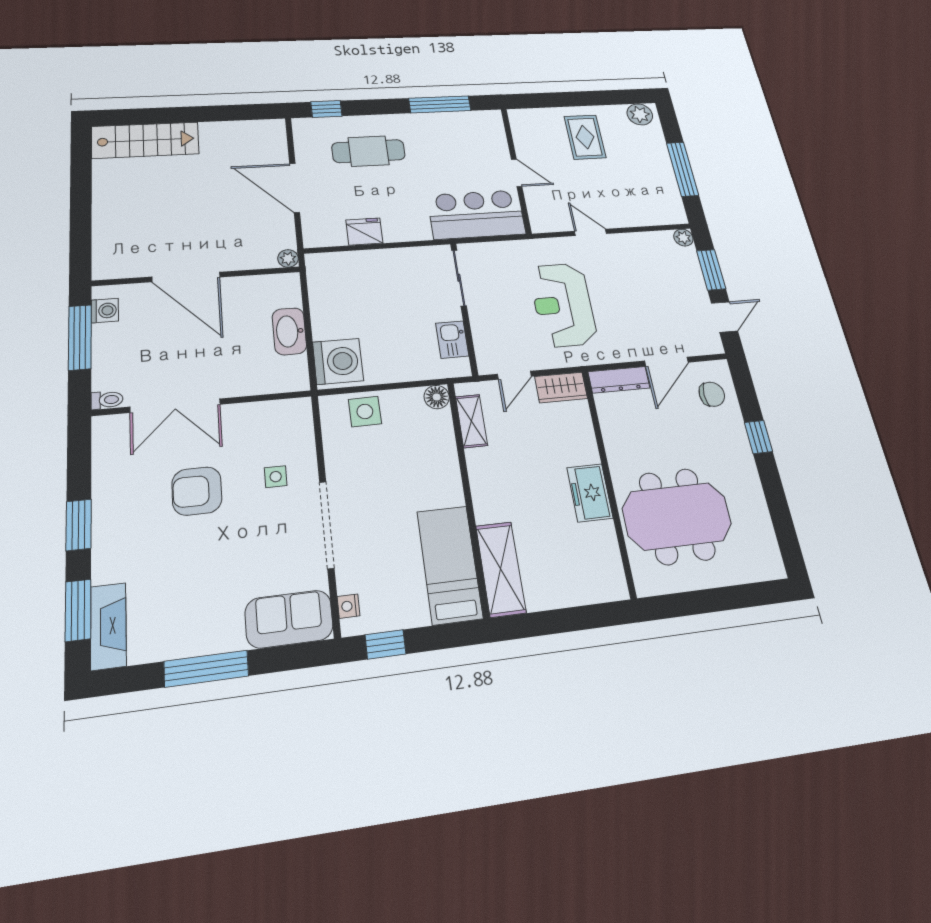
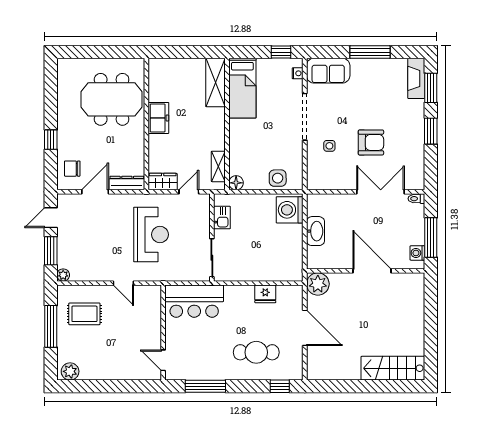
rug: (585, 137) -> (84, 314), moved, turned 90
door: (517, 173) -> (163, 360), moved
plant: (288, 258) -> (318, 284), width x1.88, depth x1.88

